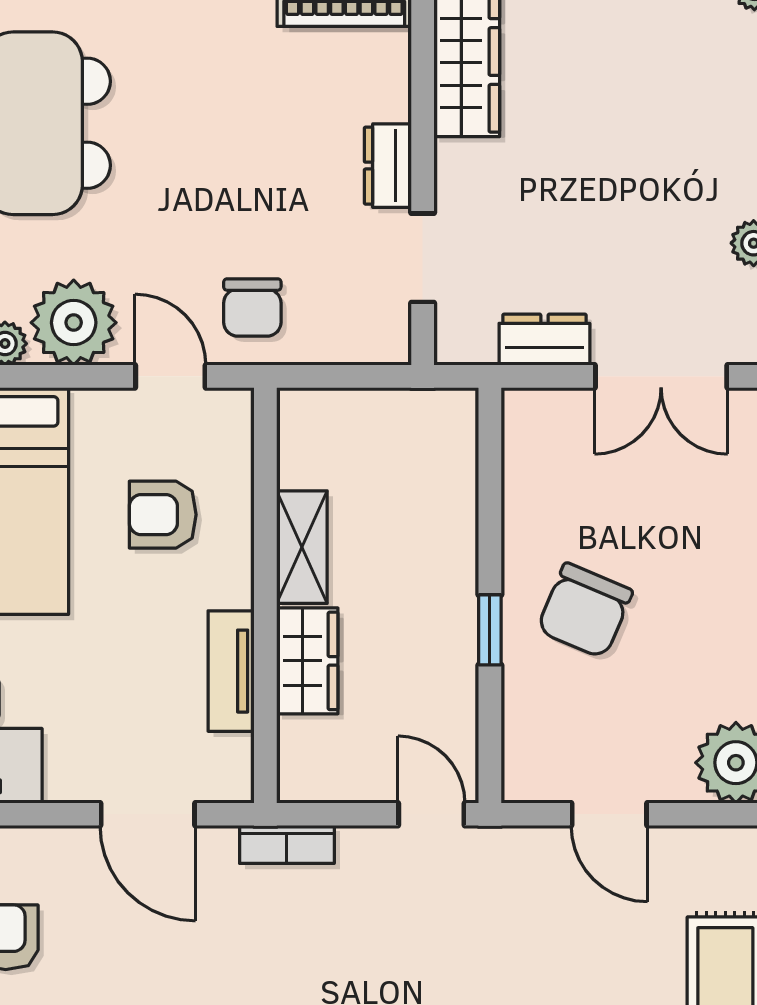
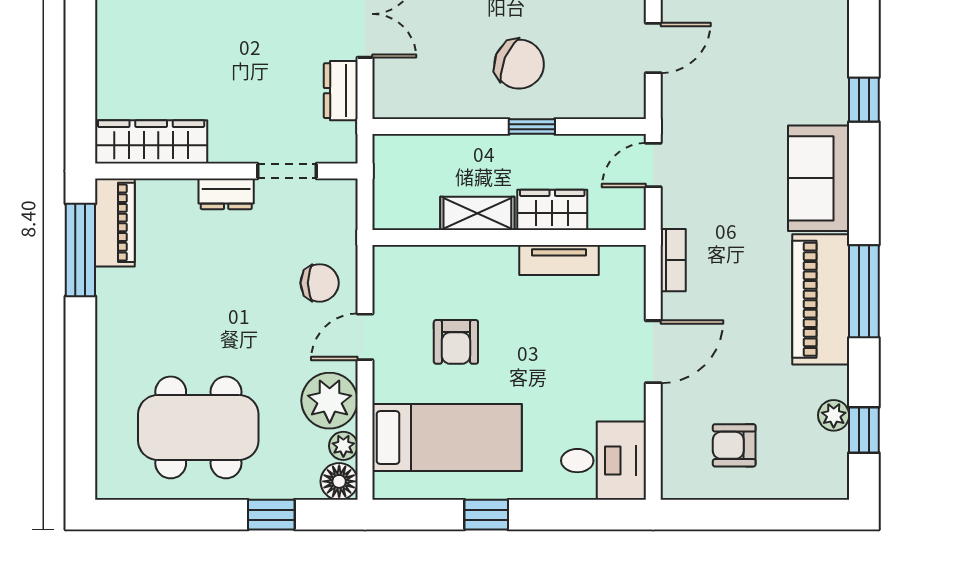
shelving: (302, 547) -> (477, 213), moved
wall: (265, 595) -> (509, 237), moved
wardrobe: (307, 661) -> (552, 210), moved
tv unit: (231, 671) -> (559, 260), moved

